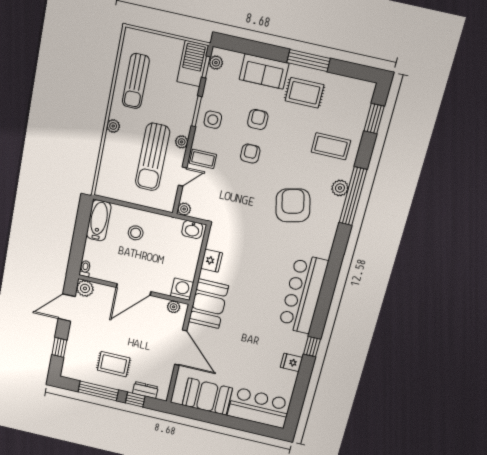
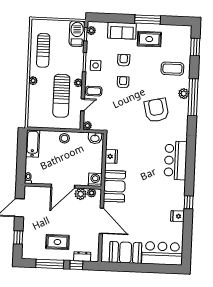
stool: (136, 233) -> (64, 138), moved
plant: (85, 288) -> (81, 194), moved
bar counter: (303, 294) -> (176, 160), width x0.73

